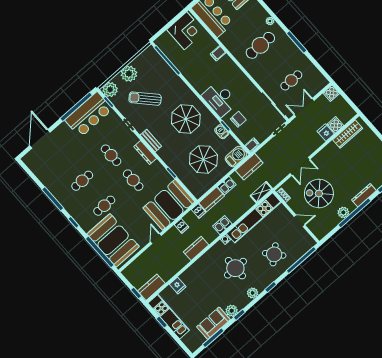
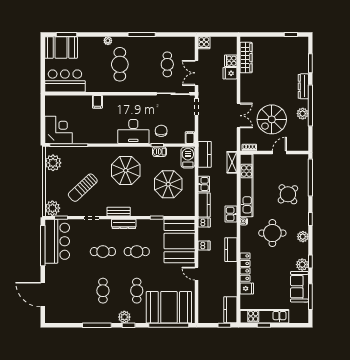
corner desk: (186, 31) -> (58, 130), moved
plant: (129, 74) -> (53, 163), moved
plant: (77, 214) -> (124, 317), added
locker: (192, 270) -> (245, 267), added

